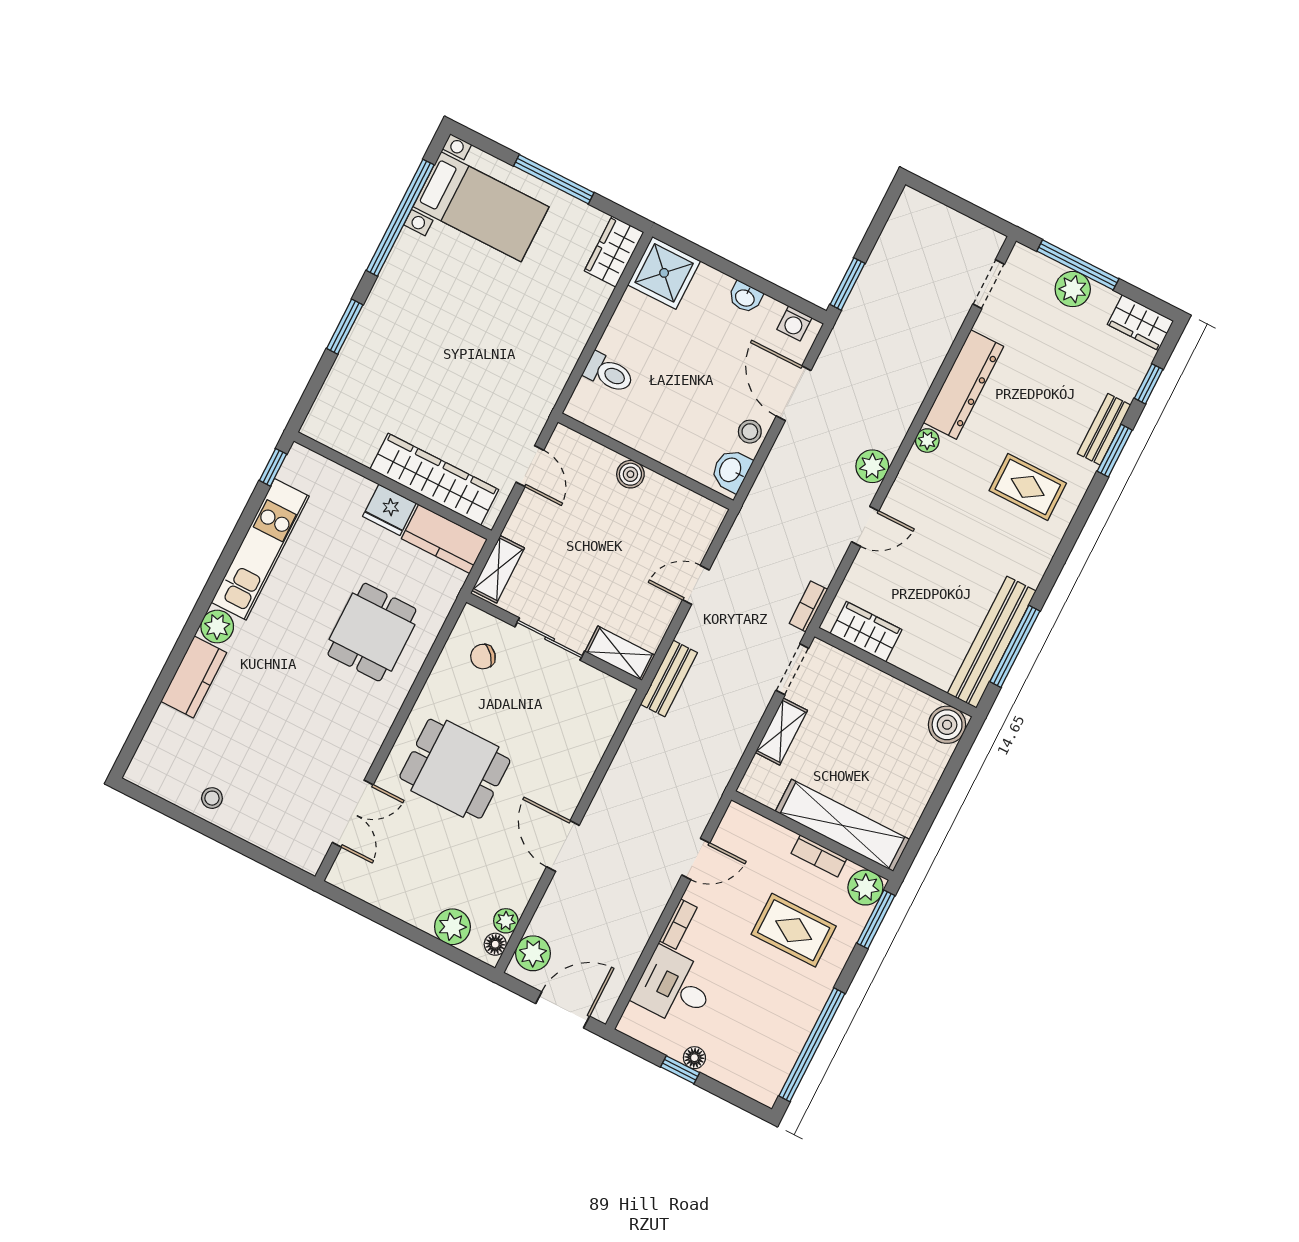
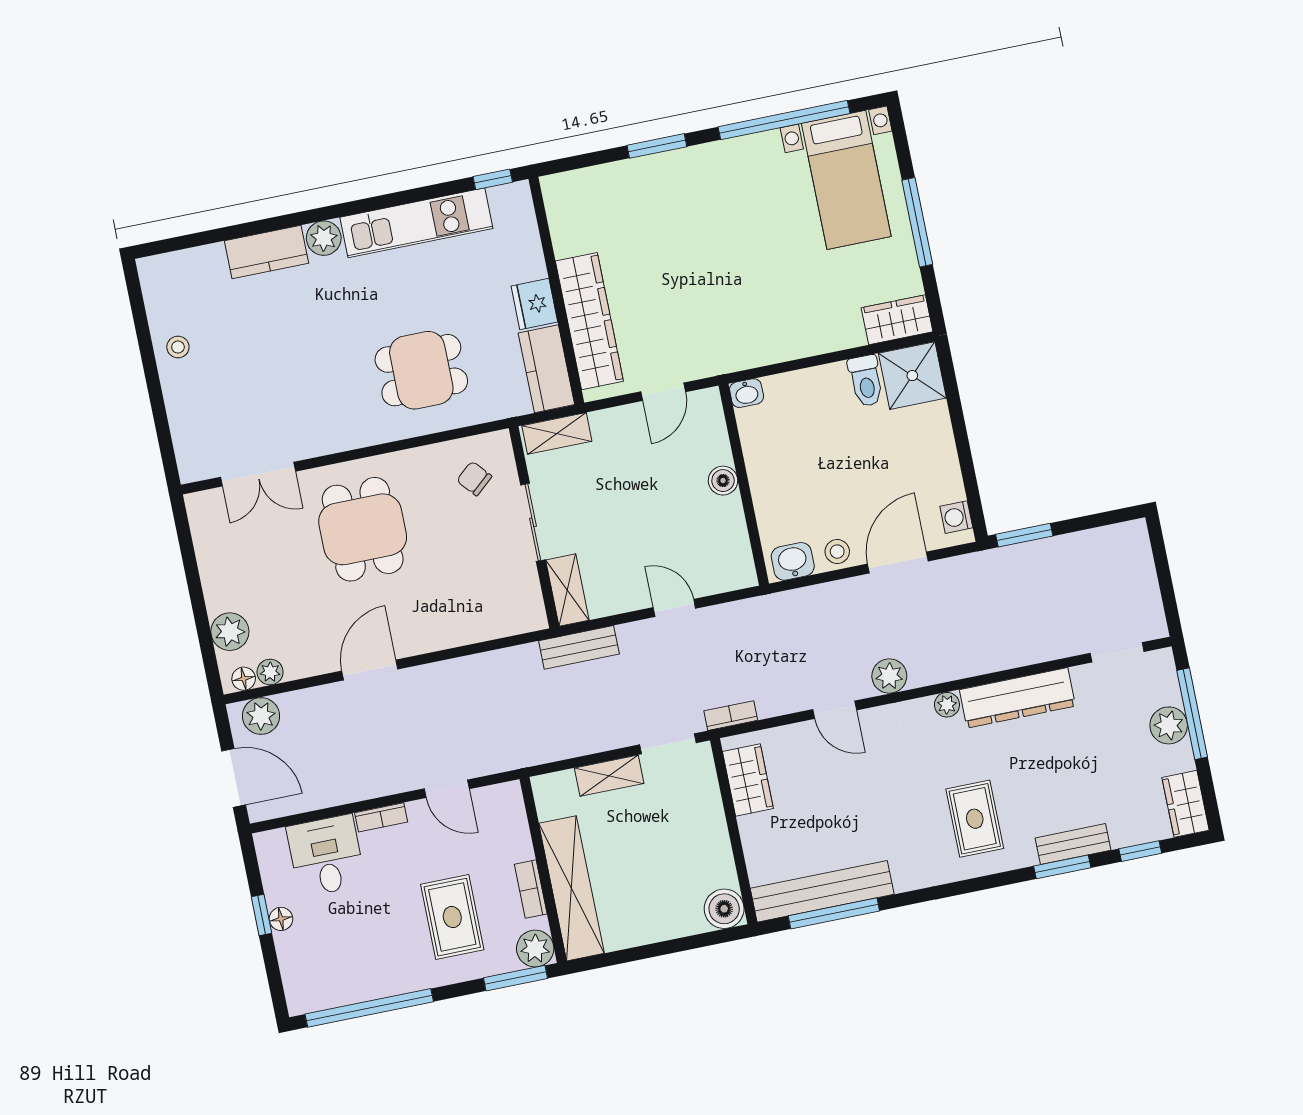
washbasin: (745, 297) -> (747, 393), moved, turned -90
toilet: (609, 373) -> (866, 381), moved

